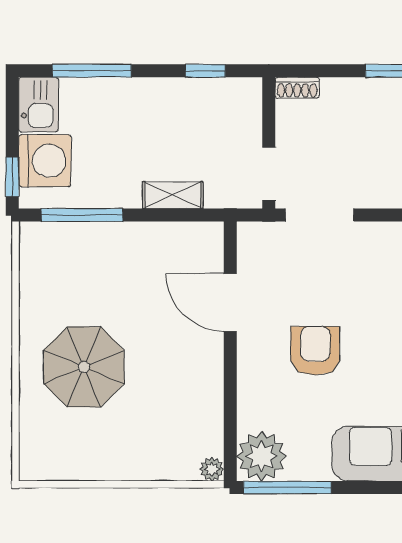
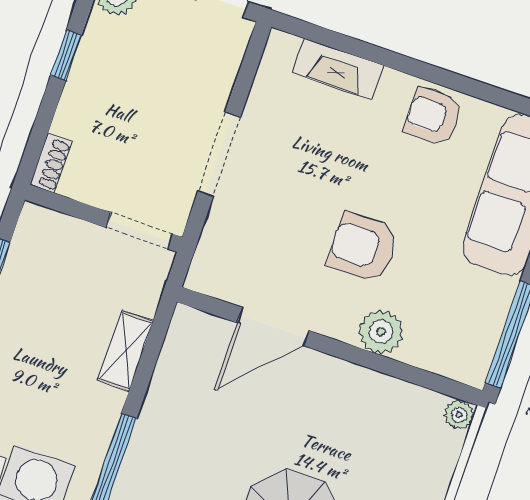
doorway: (320, 215) -> (219, 154), moved
plant: (262, 456) -> (381, 332), moved, width x0.73, depth x0.73

